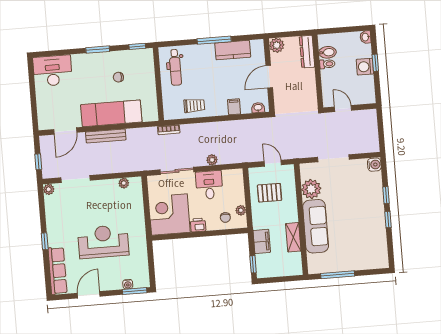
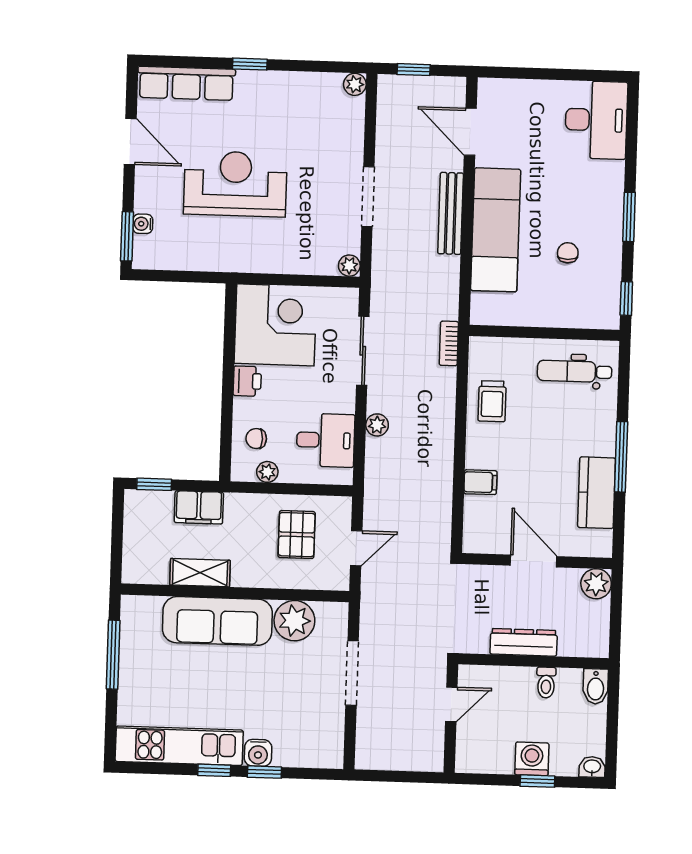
dresser: (307, 52) -> (524, 642), moved
bidet: (327, 52) -> (596, 687), moved
washbasin: (258, 108) -> (473, 531), removed
water cooler: (374, 165) -> (258, 753), moved
doorway: (76, 179) -> (368, 197), moved
plant: (124, 183) -> (349, 266), moved
desk: (209, 185) -> (326, 440), moved
kitchen unit: (378, 238) -> (179, 746), added
reception desk: (103, 242) -> (235, 184), turned -90

